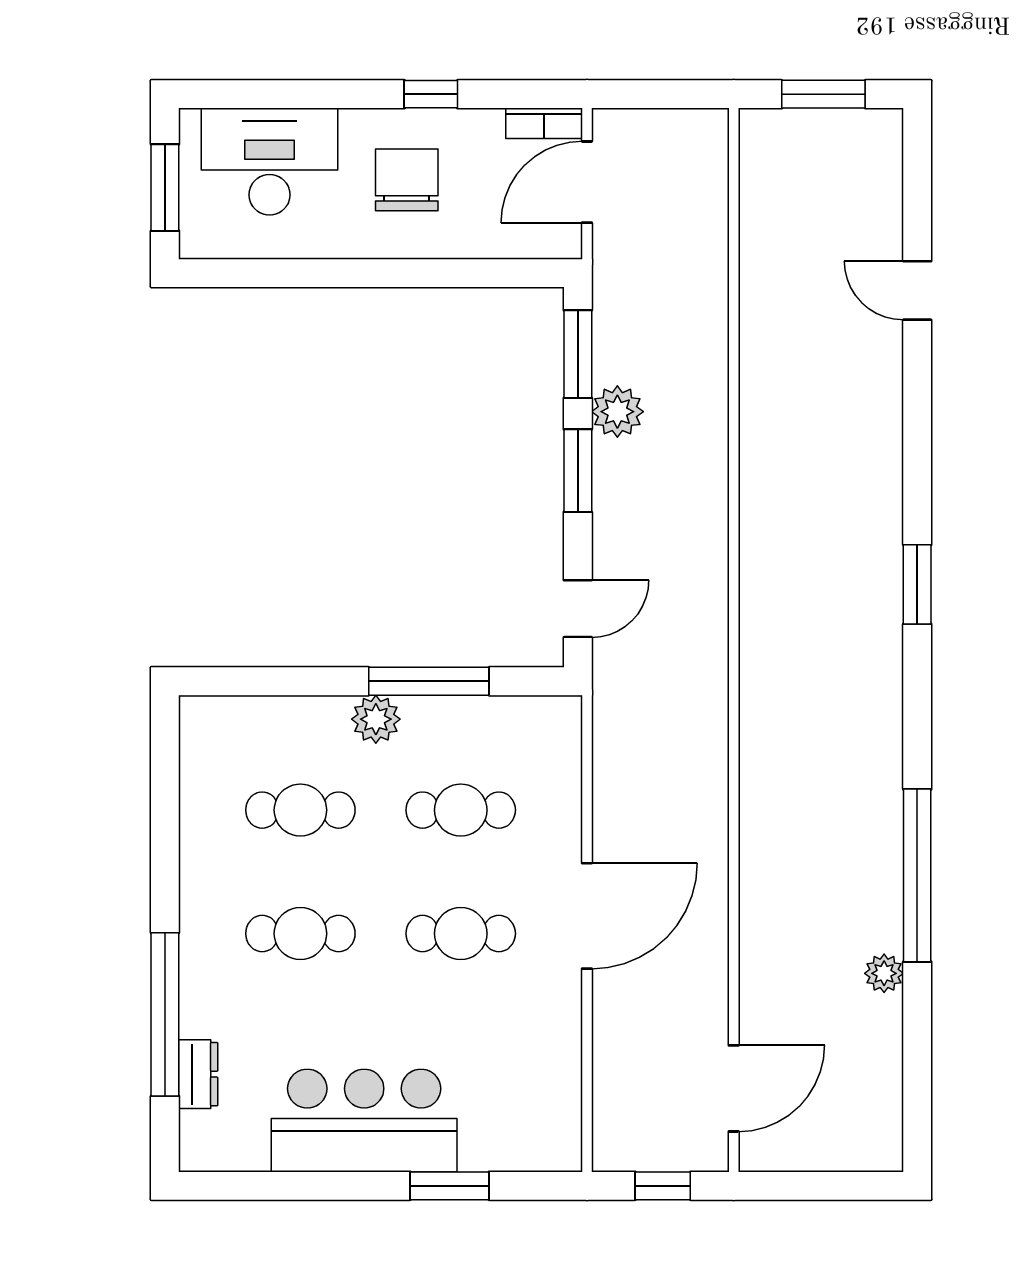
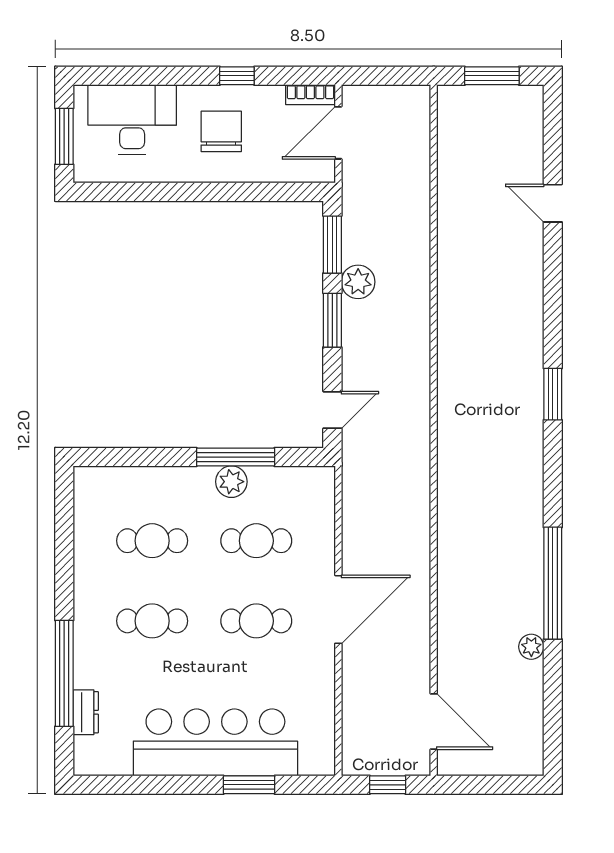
plant: (376, 719) -> (231, 482), moved
door: (734, 1088) -> (434, 722), hinge flipped
bar counter: (364, 1121) -> (215, 742), width x1.36

